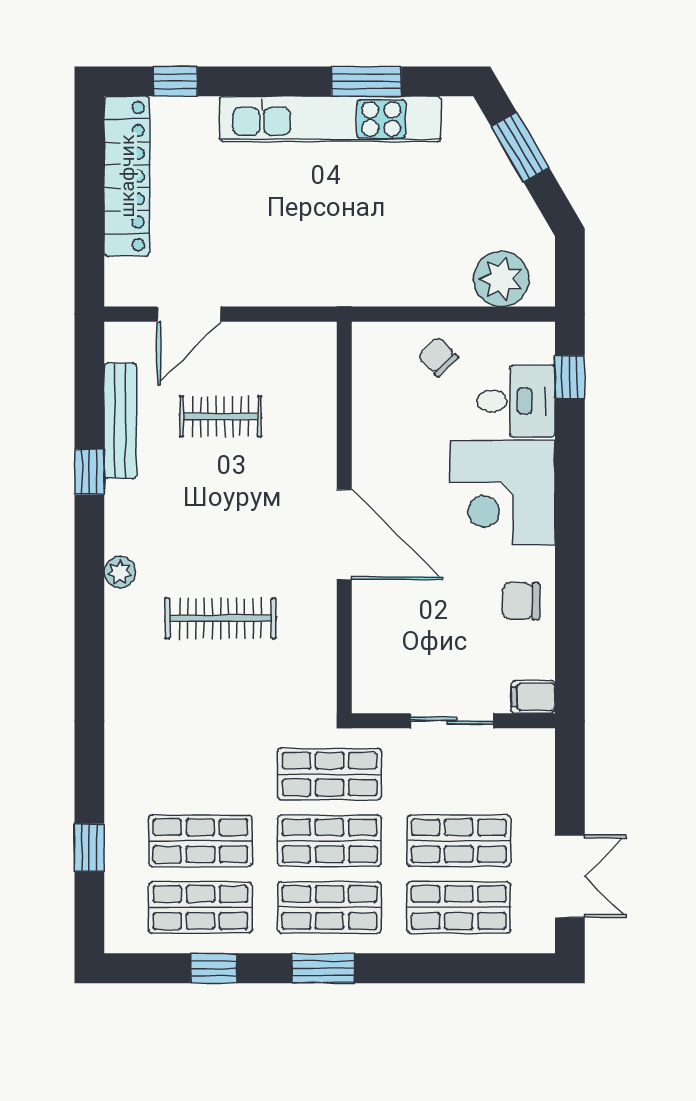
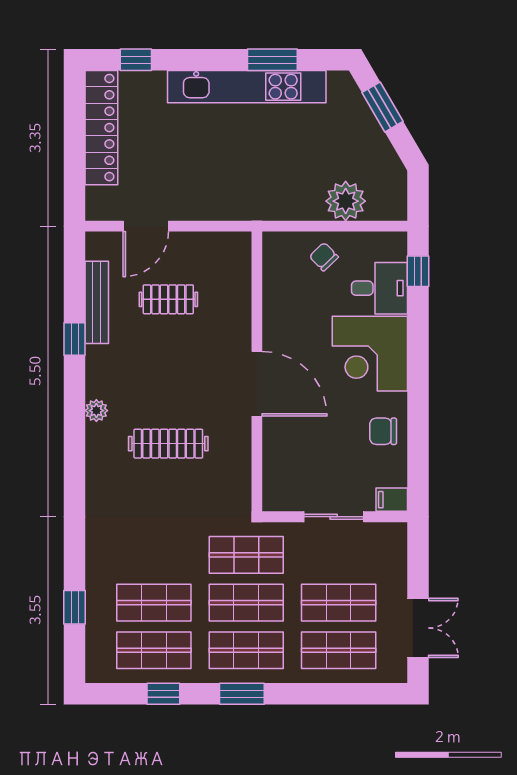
plant: (501, 279) -> (346, 201), moved

